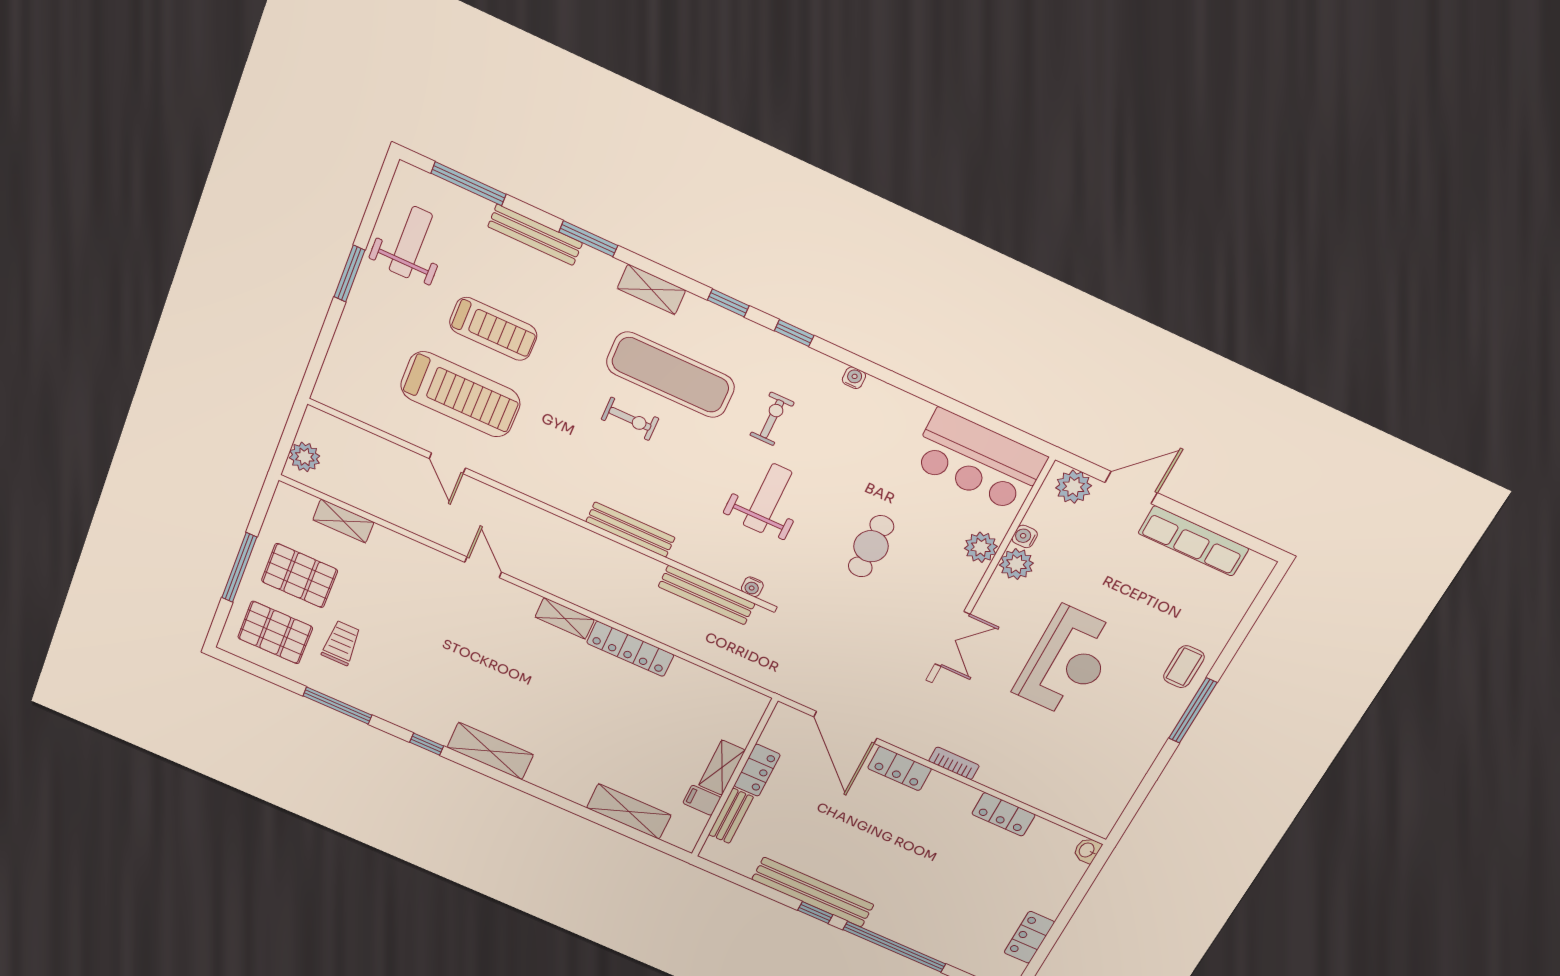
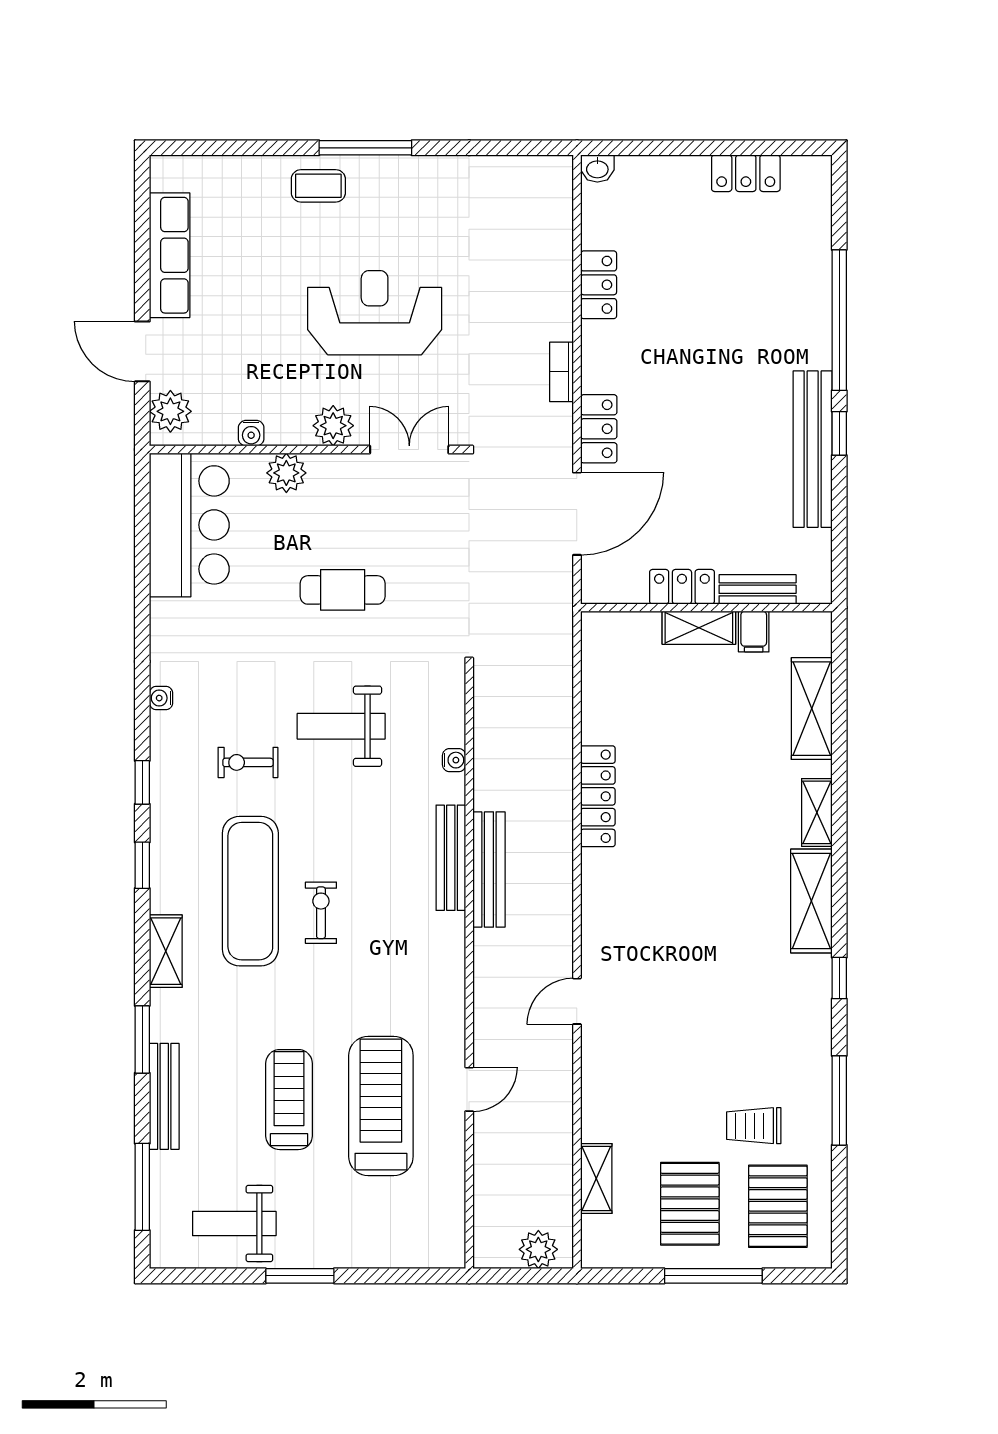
plant: (1016, 564) -> (333, 426), moved
water cooler: (752, 587) -> (454, 760), moved
bench: (707, 595) -> (489, 869), moved
shelving: (565, 618) -> (817, 812), moved

